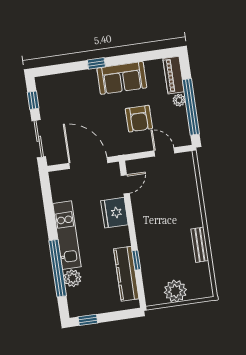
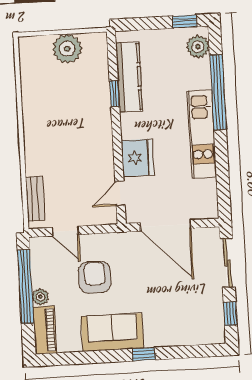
bench: (200, 245) -> (35, 199), moved
plant: (73, 278) -> (198, 47), moved

